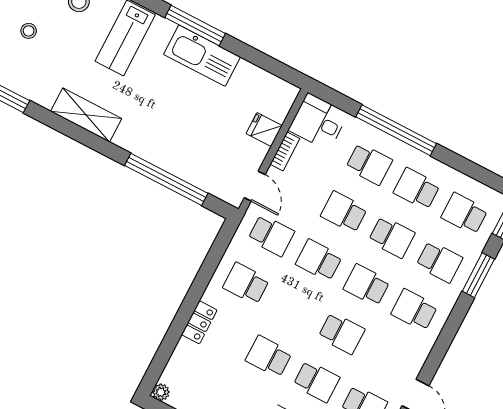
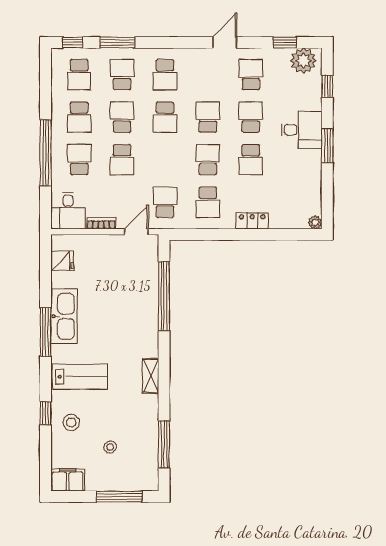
shelving: (86, 115) -> (151, 376), width x0.67, depth x0.75
fridge: (264, 130) -> (62, 261), moved, turned -90
school desk: (319, 260) -> (208, 160), moved, turned 180

